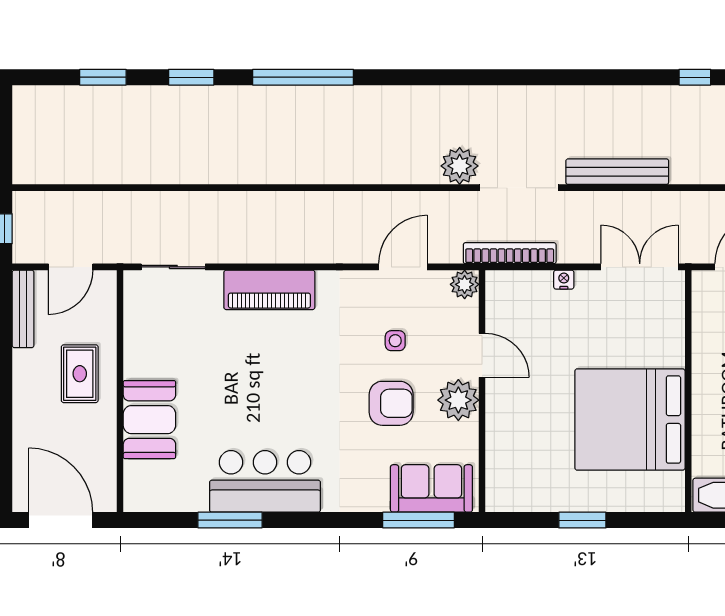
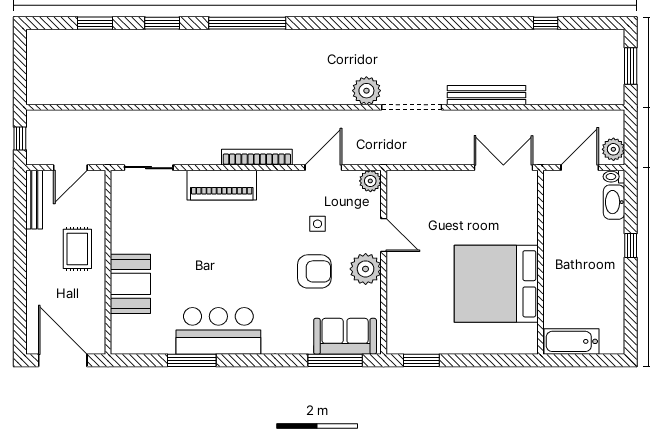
bookcase: (510, 253) -> (257, 157), moved
nightstand: (564, 280) -> (446, 177), removed
window: (582, 520) -> (421, 360), moved

